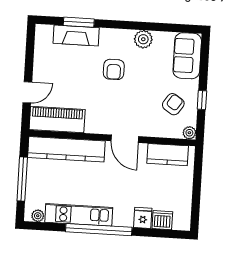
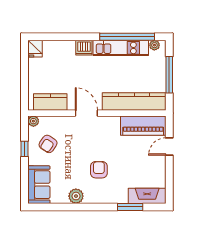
fireplace: (76, 35) -> (147, 196), moved
fridge: (143, 218) -> (35, 49), moved
dishwasher: (162, 220) -> (84, 48), moved
window: (99, 230) -> (127, 37), moved

